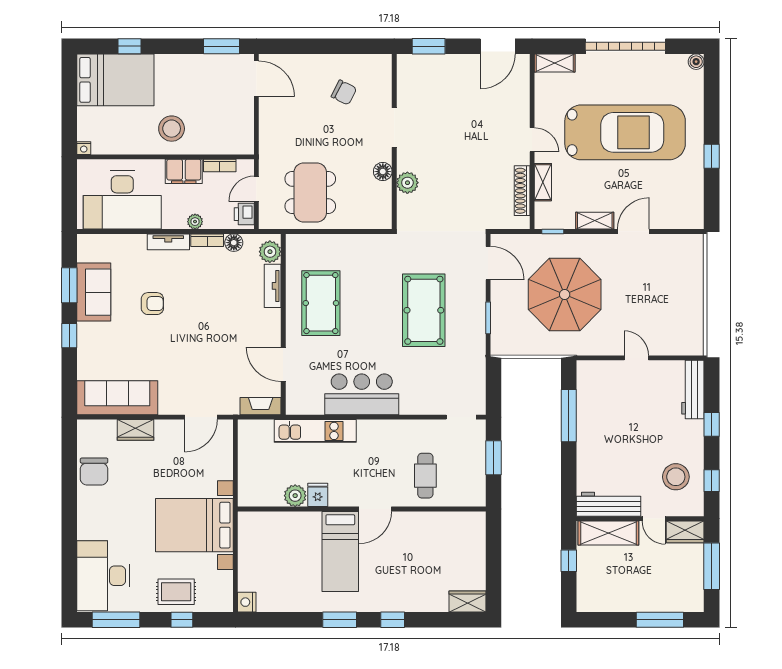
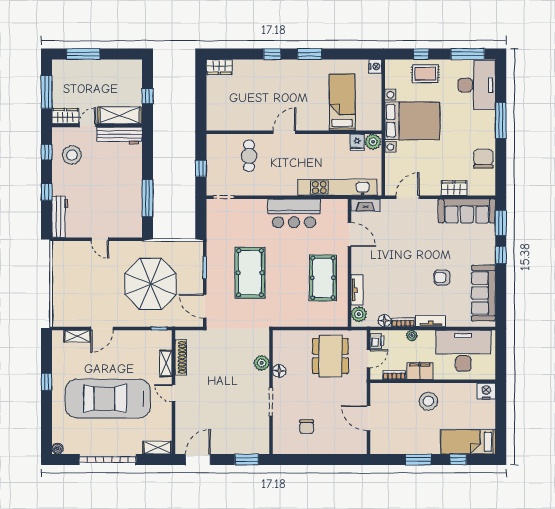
window: (221, 46) -> (418, 459), moved
door: (256, 79) -> (368, 418), moved
bed: (115, 80) -> (468, 442), width x0.67
chair: (344, 92) -> (307, 427), turned -117
nightstand: (84, 148) -> (486, 391), width x1.89, depth x1.79
shelving: (595, 221) -> (77, 336), moved
window: (69, 285) -> (501, 223), moved
sofa: (94, 292) -> (483, 293), width x1.36
kitchen unit: (315, 431) -> (337, 187), width x1.36
window: (493, 458) -> (201, 168), width x0.67
fridge: (318, 495) -> (357, 142), moved
plant: (295, 496) -> (373, 142), moved
door: (654, 519) -> (88, 125), hinge flipped
window: (69, 526) -> (501, 120), added
bed: (340, 551) -> (342, 102), moved

